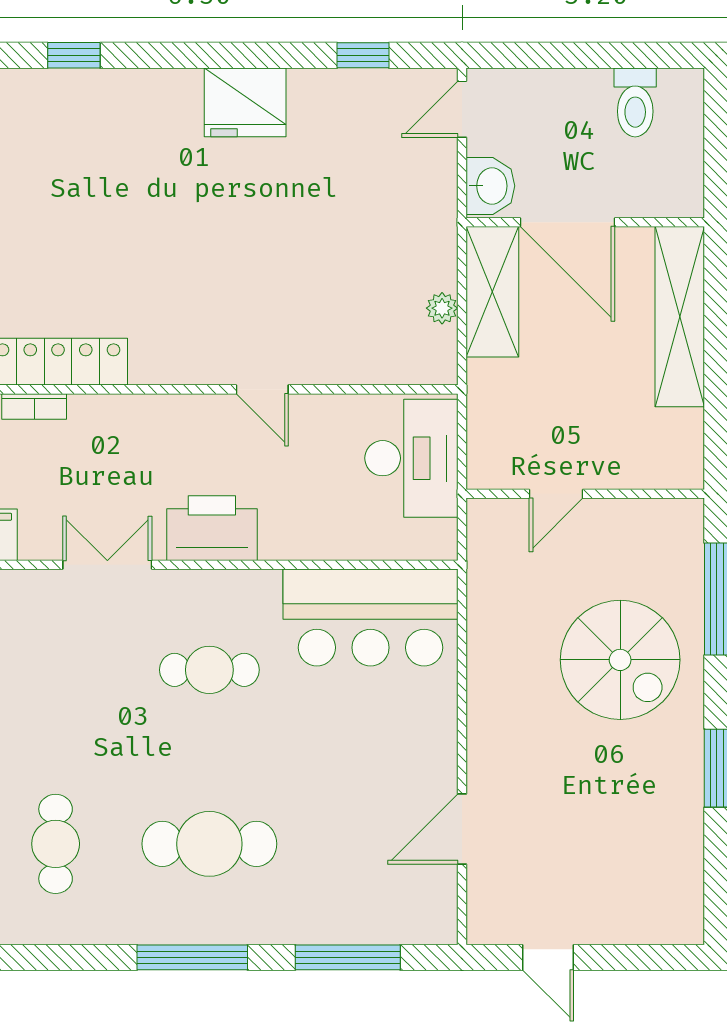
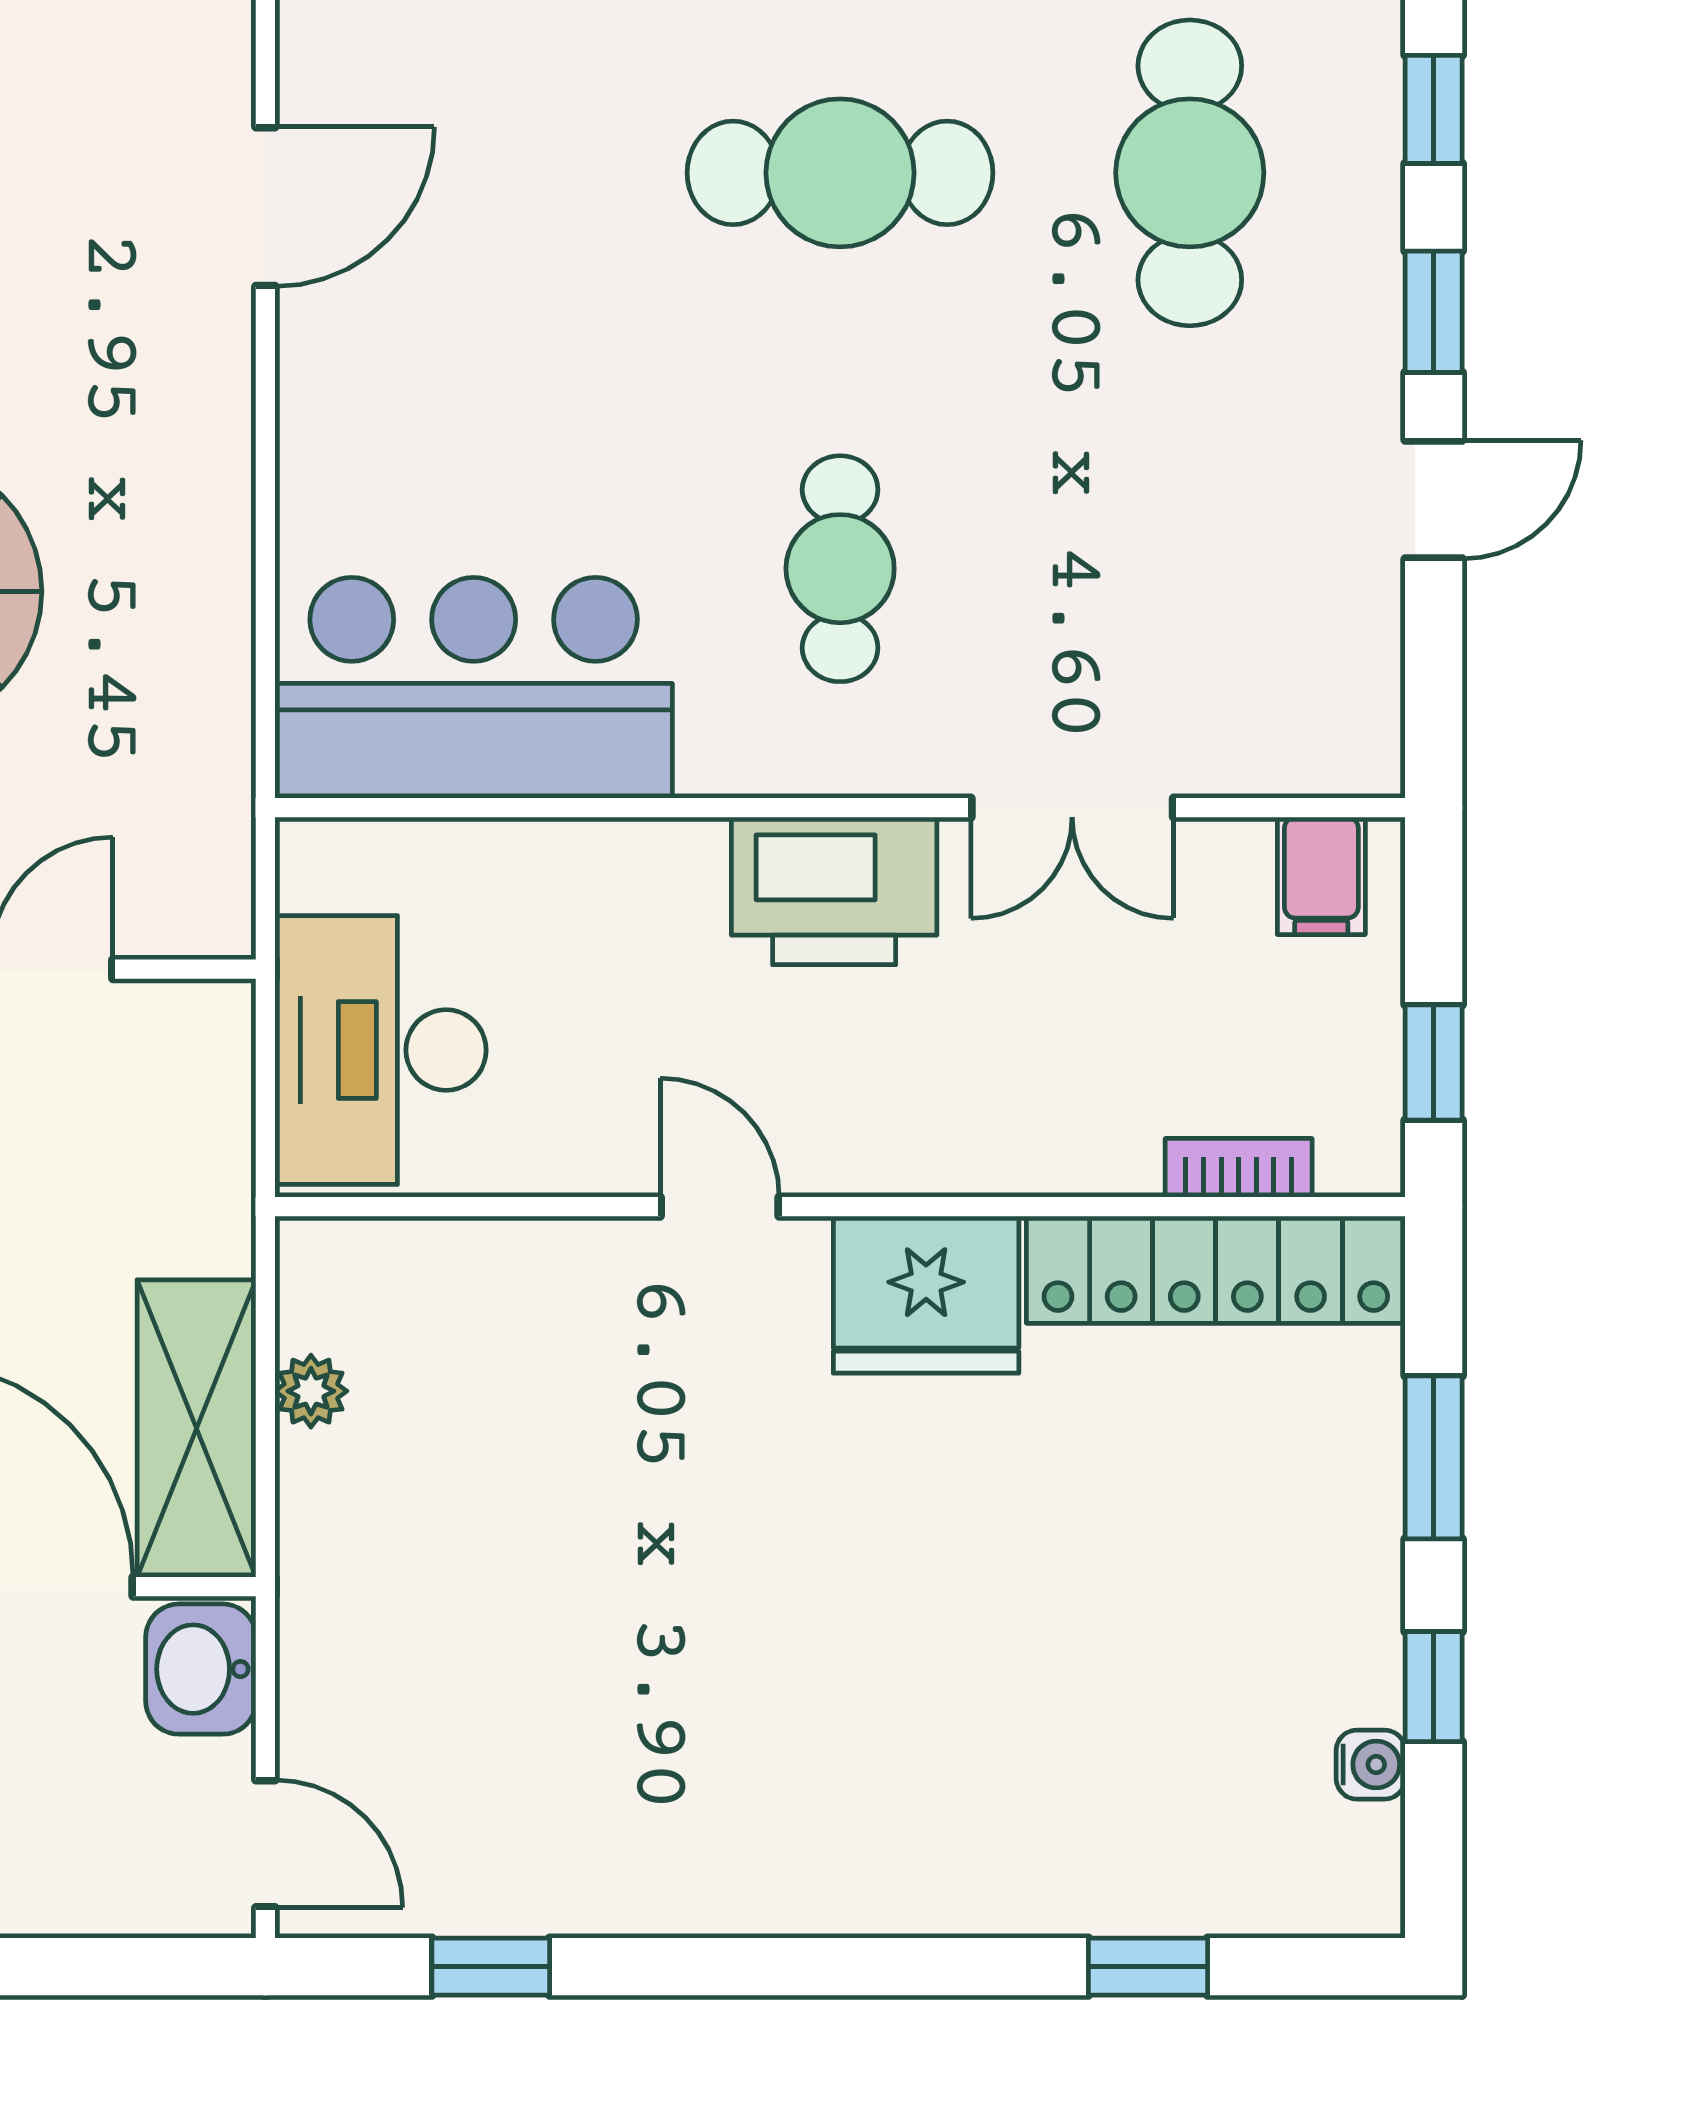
fridge: (245, 102) -> (926, 1295), moved, turned 180
door: (462, 109) -> (265, 1844), hinge flipped
cafe table: (209, 670) -> (840, 569), turned 90
cafe table: (56, 844) -> (1190, 173), width x1.37, depth x1.35

